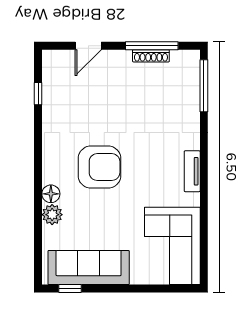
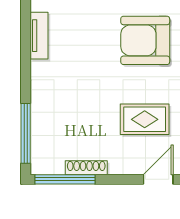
window: (152, 46) -> (65, 179), moved
rug: (100, 98) -> (145, 119), added

